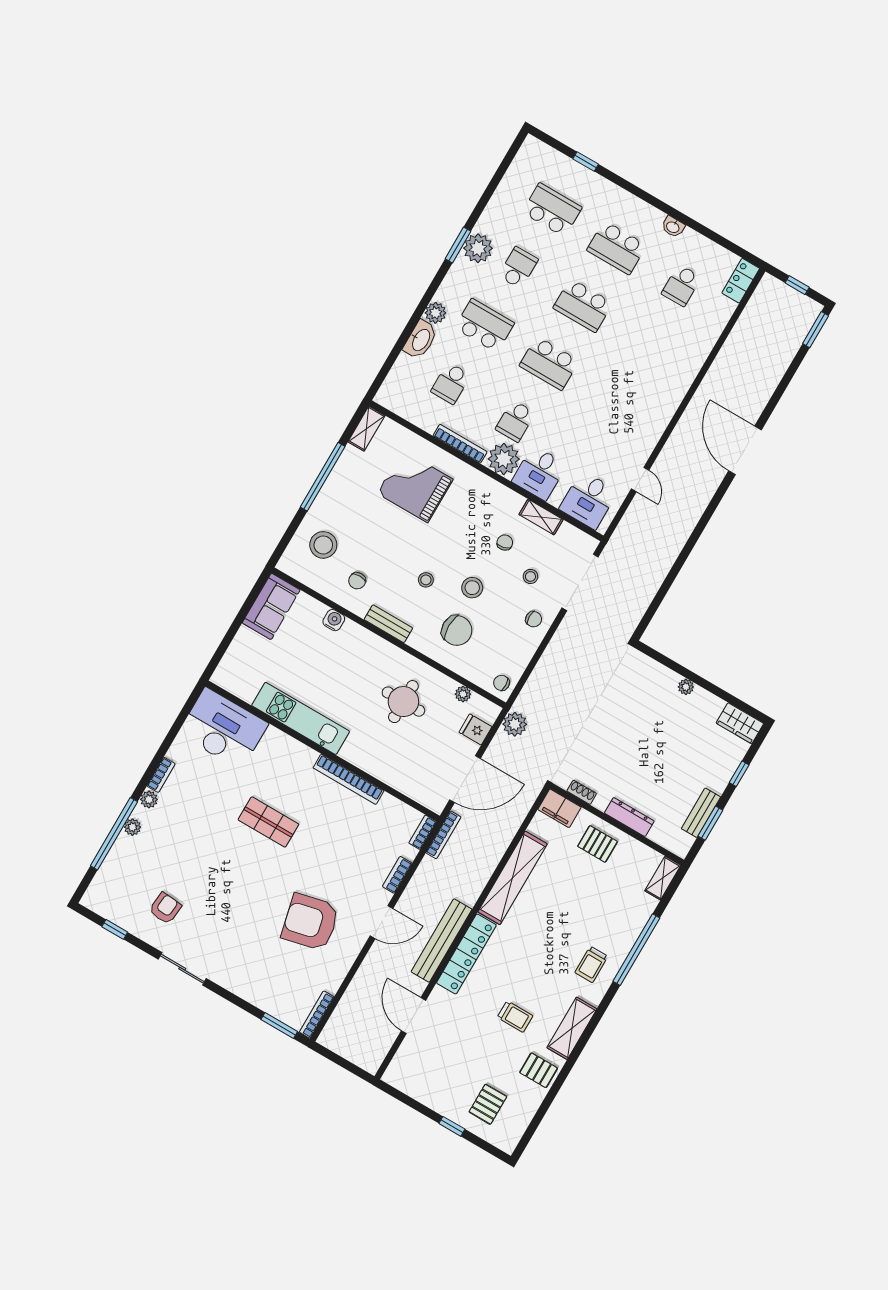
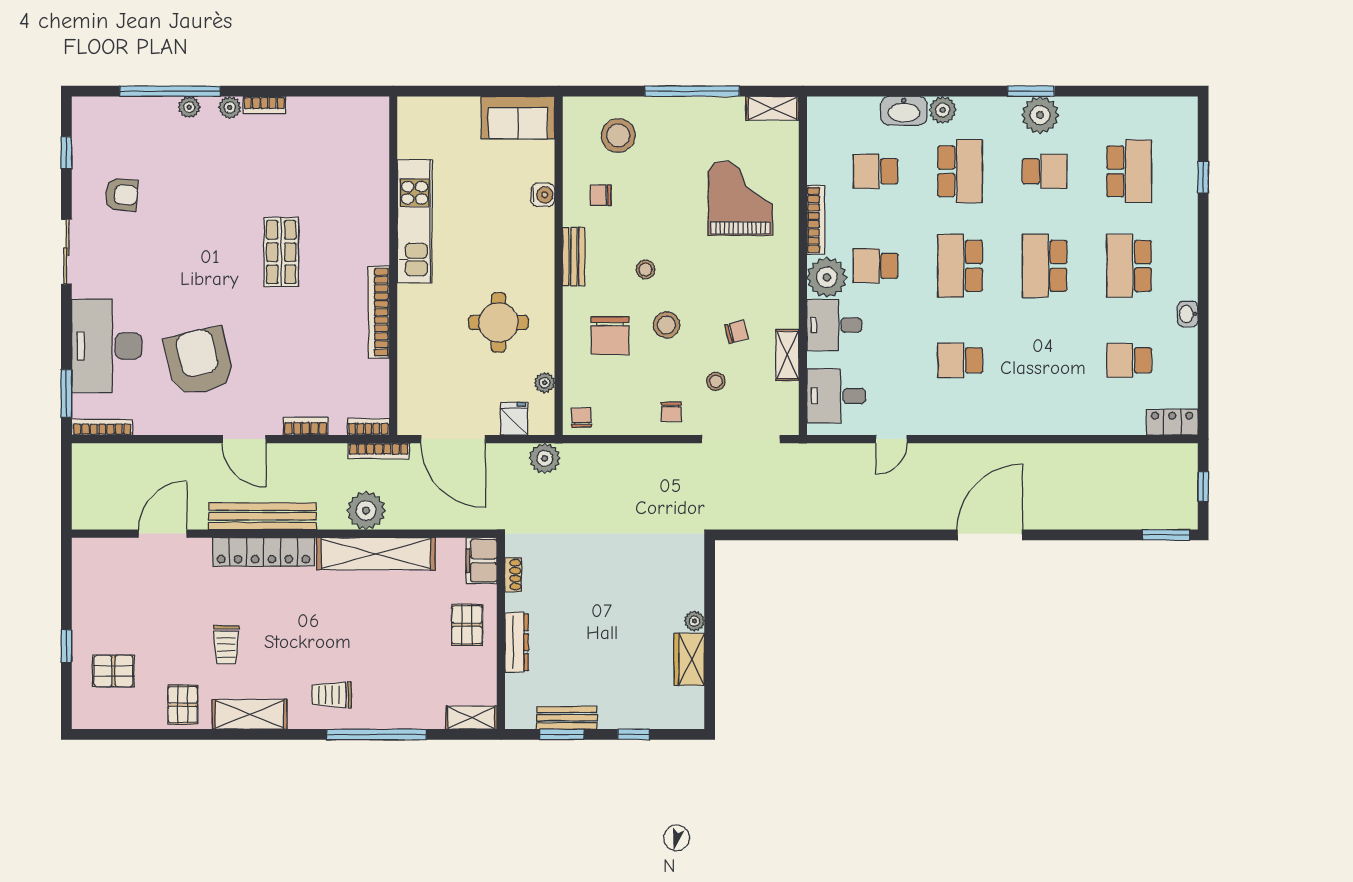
school desk: (614, 401) -> (960, 360), added
wardrobe: (740, 723) -> (689, 659), moved
desk: (223, 729) -> (107, 346), moved, turned 180
plant: (479, 867) -> (366, 511), added

